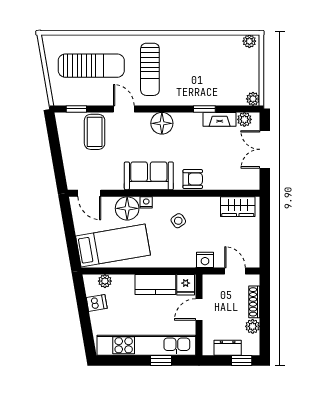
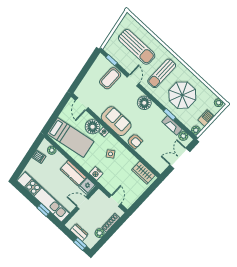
parasol: (198, 72) -> (182, 95), added
barbecue: (252, 73) -> (206, 118), added
nightstand: (205, 260) -> (96, 173), moved

